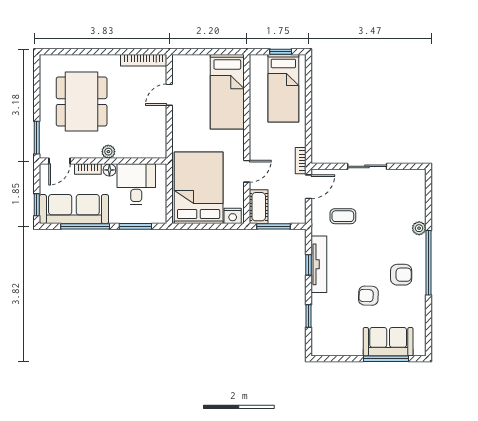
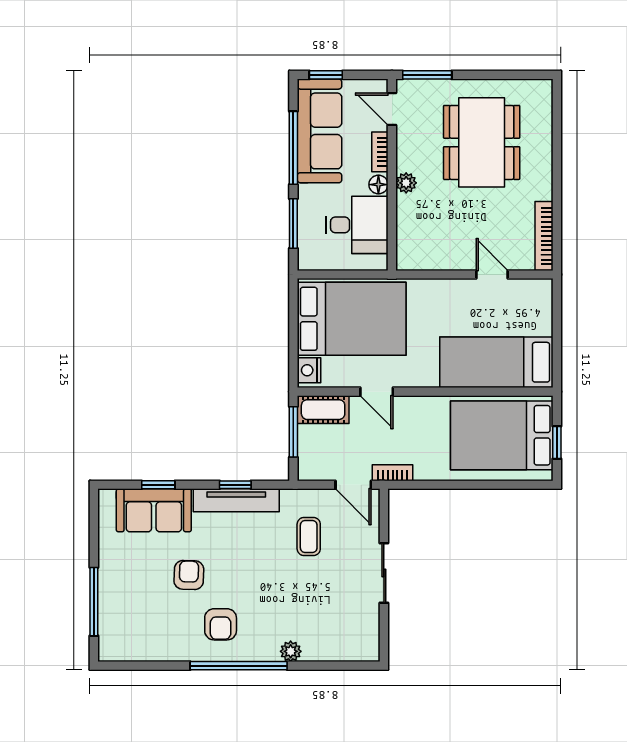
bed: (283, 88) -> (502, 435), width x1.50
dining table: (82, 102) -> (482, 142), turned 90
sofa: (388, 342) -> (154, 510), moved, turned 90

